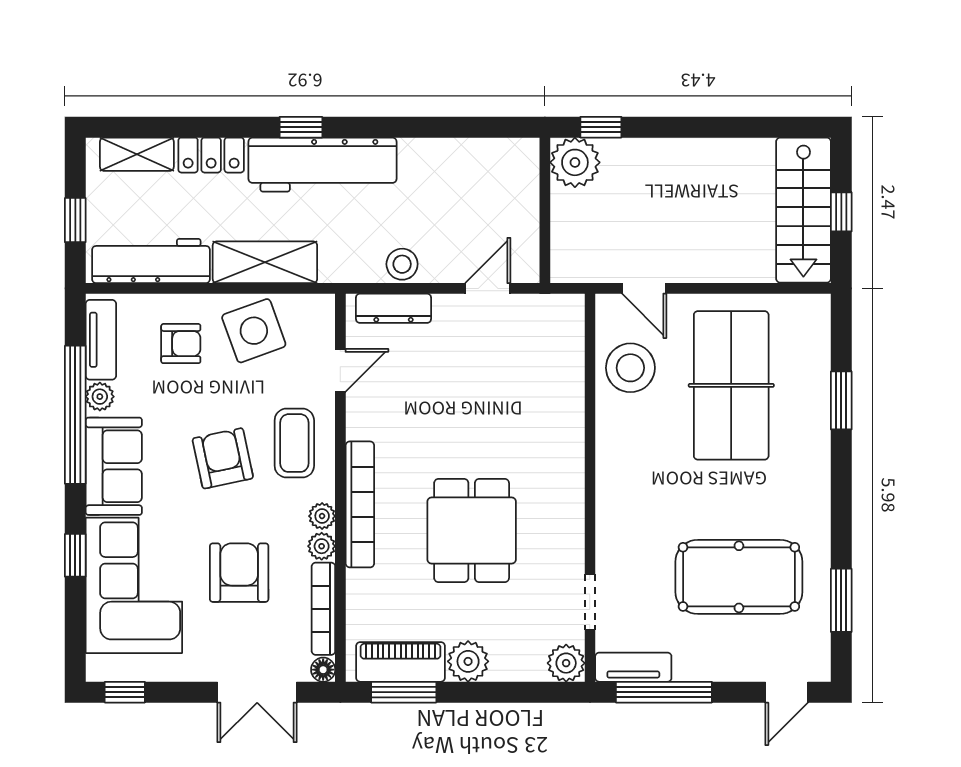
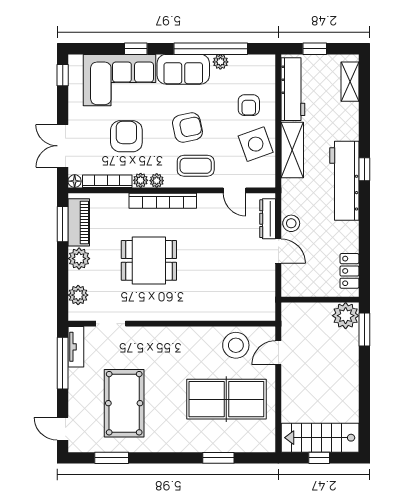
window: (601, 127) -> (364, 329), width x1.50
locker: (211, 155) -> (349, 271), moved
door: (488, 288) -> (278, 251), moved
tv unit: (101, 340) -> (251, 62), removed
armchair: (239, 573) -> (126, 136), turned -90
plant: (566, 663) -> (78, 295), moved

